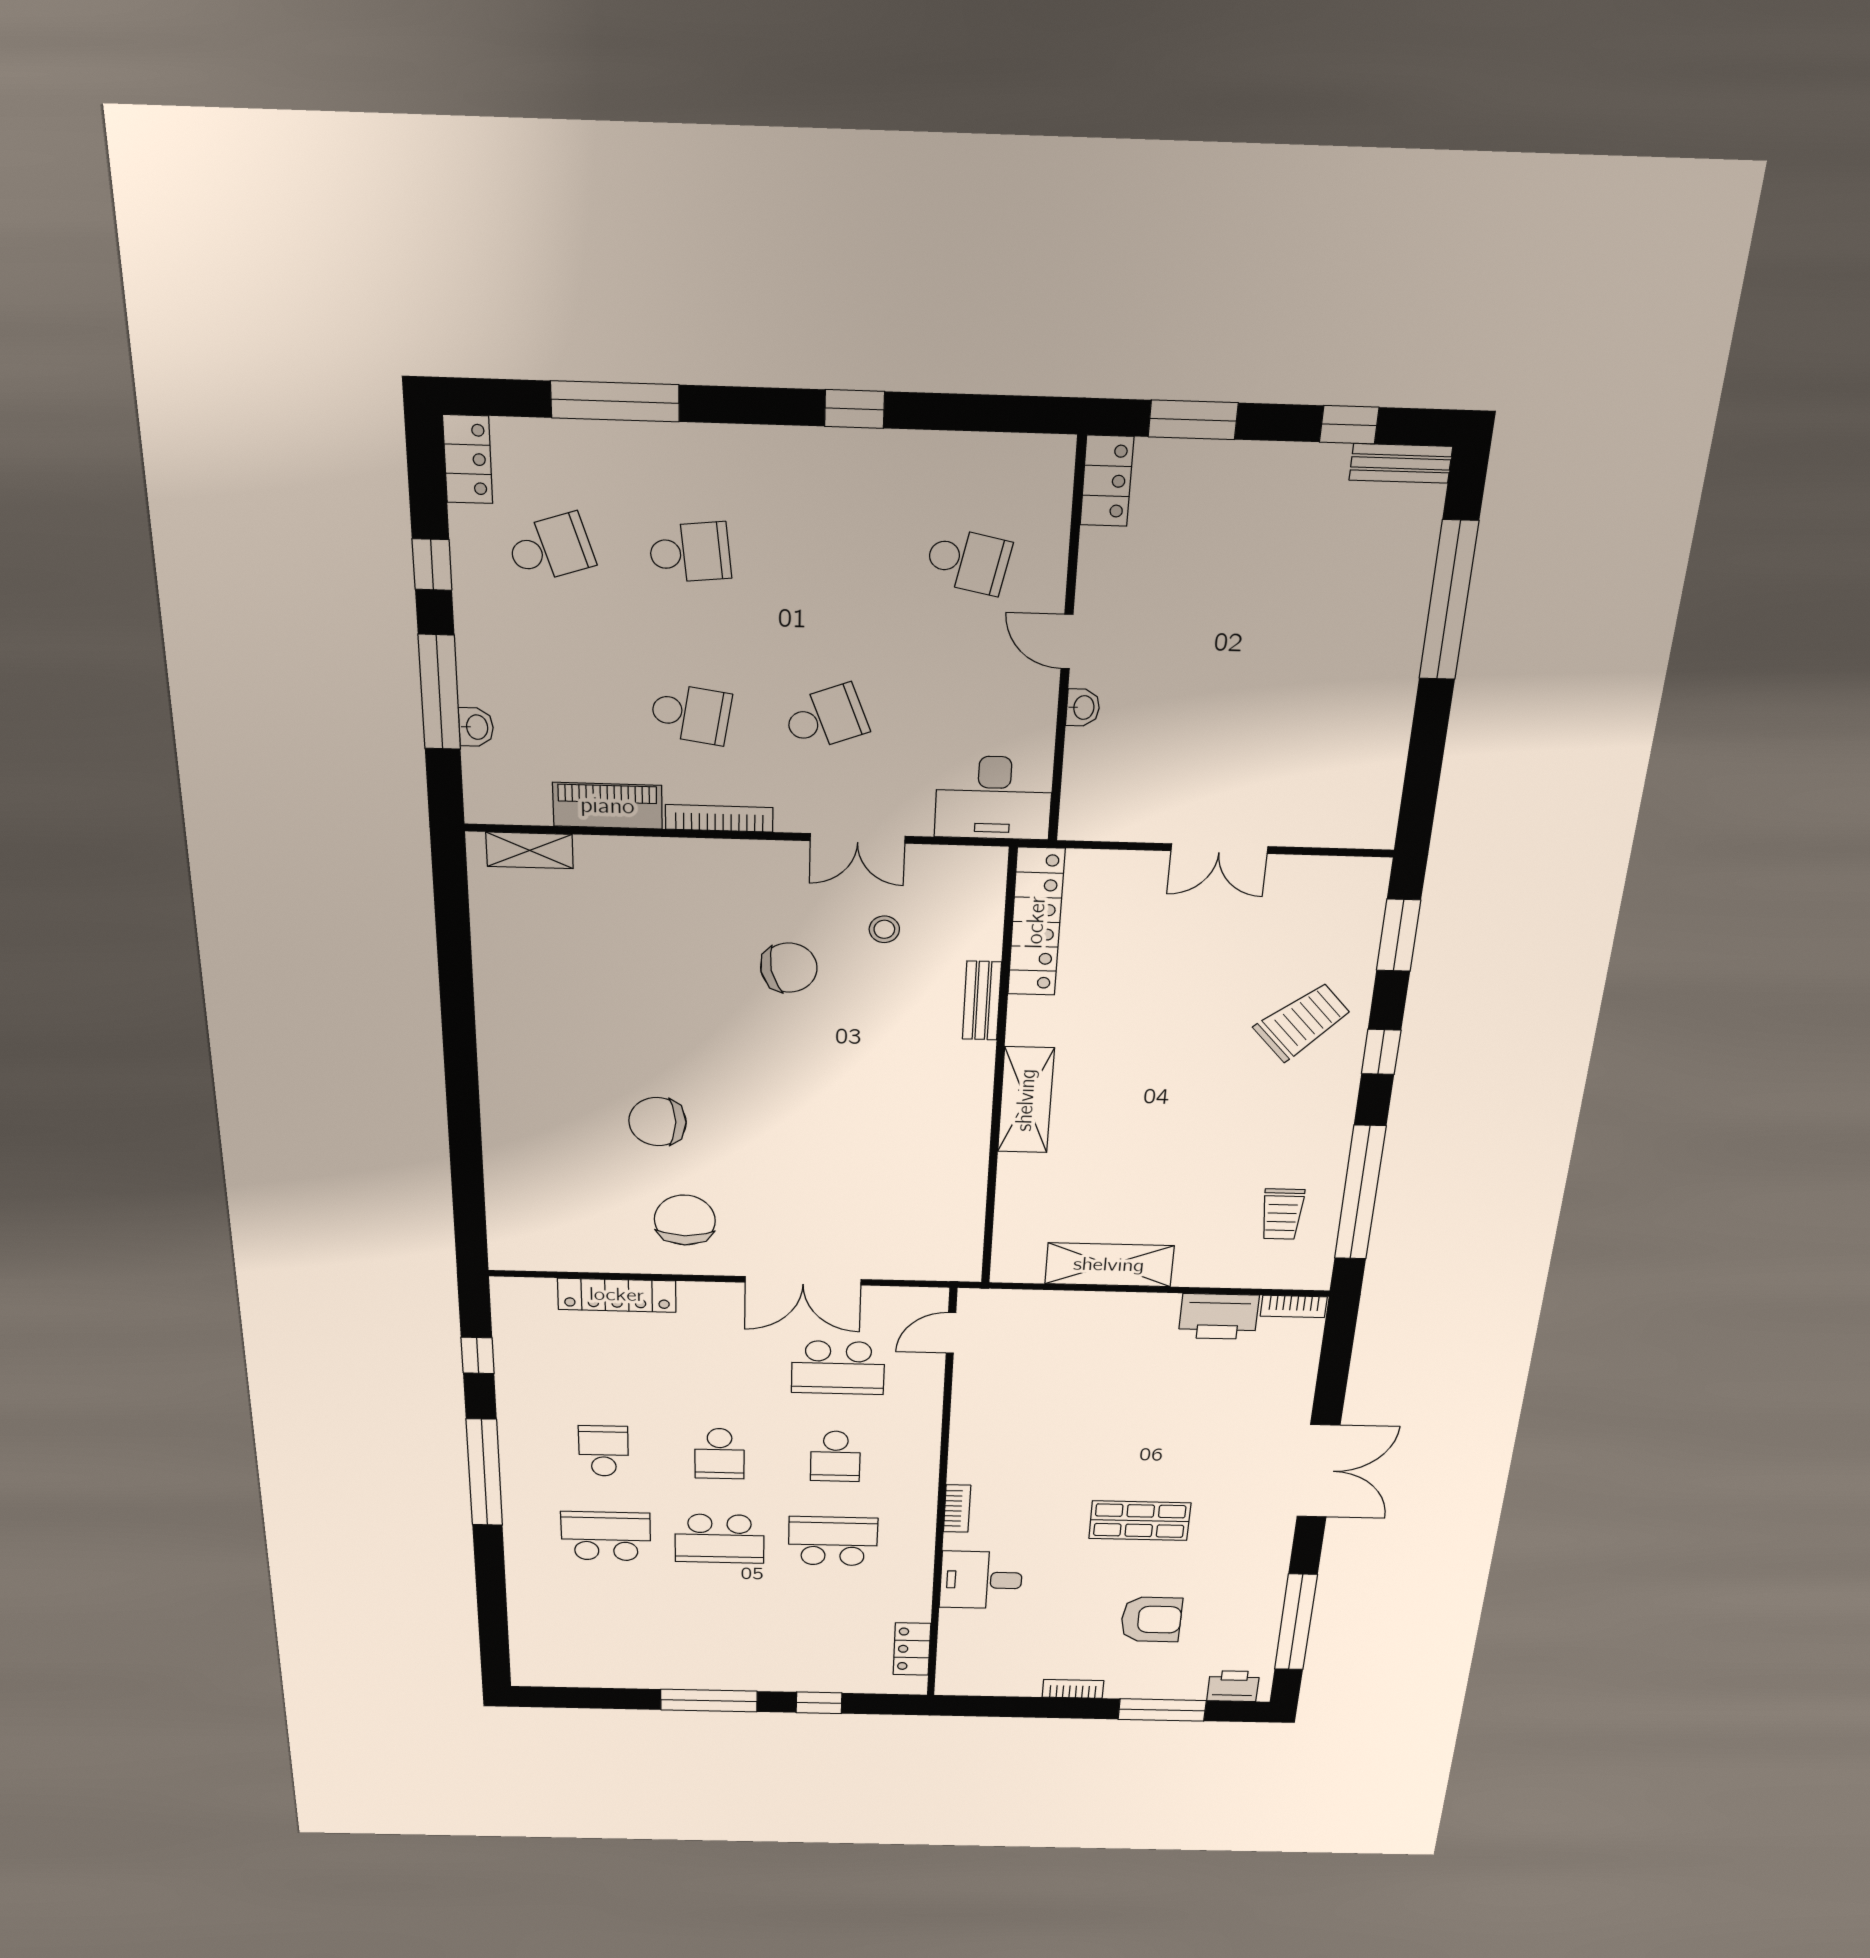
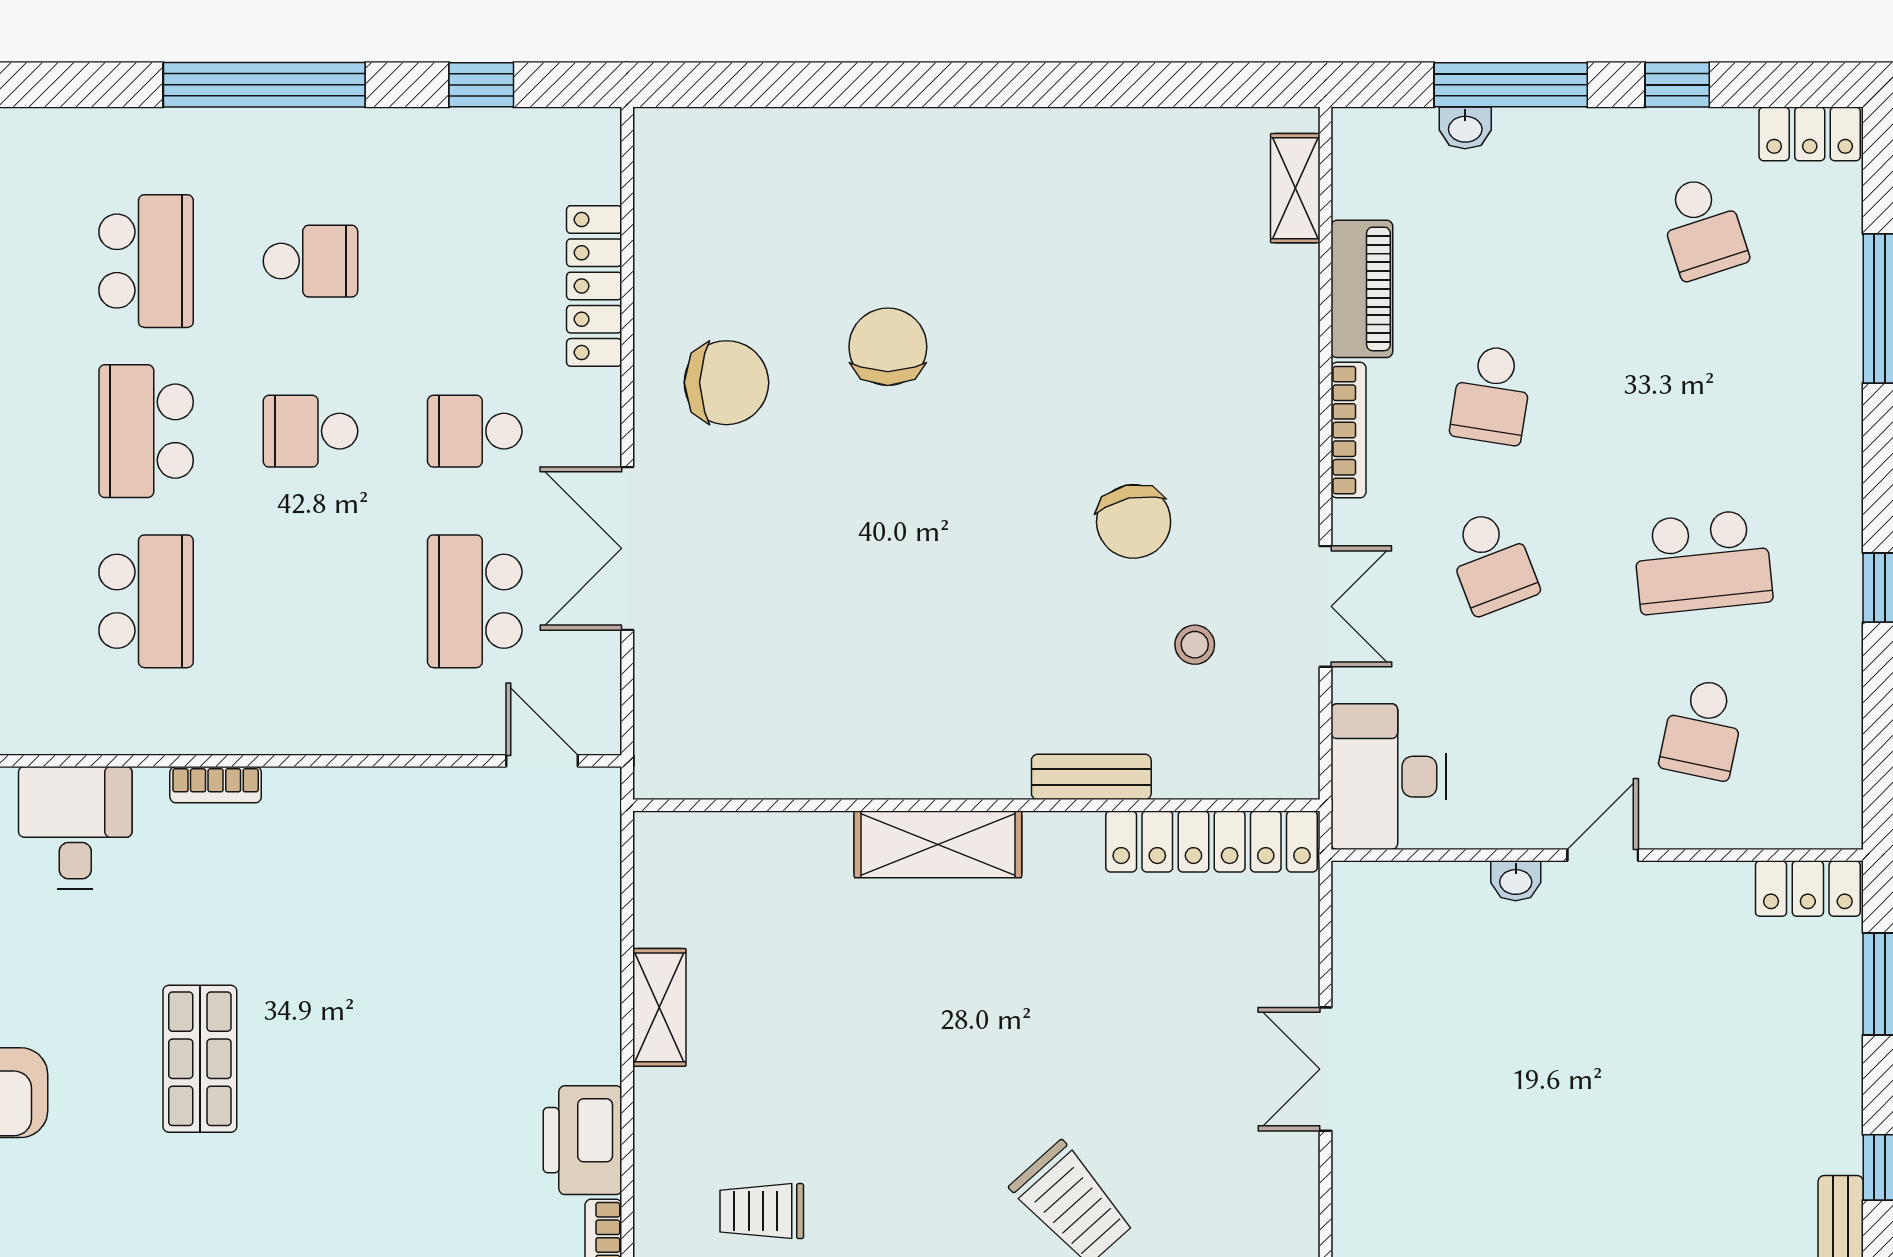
school desk: (690, 552) -> (1703, 562), moved, width x1.85
double door: (858, 838) -> (1326, 606), swing flipped
shelving: (1109, 1265) -> (659, 1007), width x0.67, depth x0.75
school desk: (835, 1456) -> (475, 431), moved

